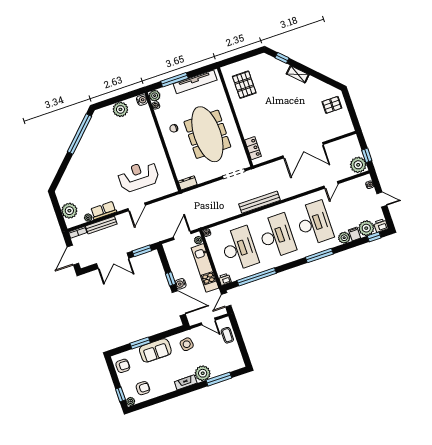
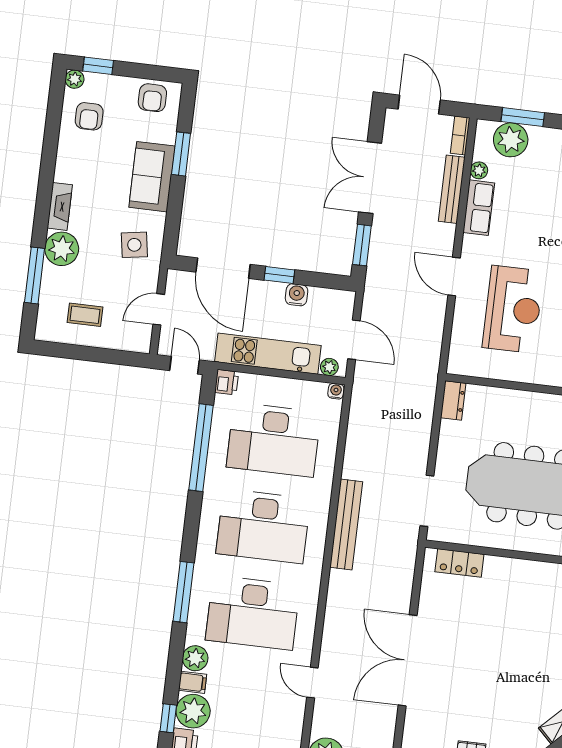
window: (58, 210) -> (523, 117), added
water cooler: (181, 284) -> (297, 295), moved
door: (179, 303) -> (223, 268), hinge flipped
coffee table: (227, 335) -> (85, 315), moved

